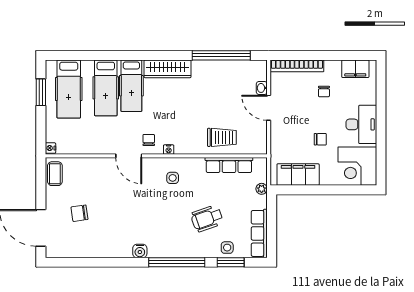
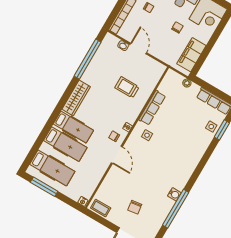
window: (41, 92) -> (44, 187), width x1.44
door: (269, 108) -> (138, 49), swing flipped
trolley: (222, 137) -> (127, 87), moved, turned -90
door: (129, 156) -> (117, 155), hinge flipped
row of seats: (229, 165) -> (152, 108), moved
wheelchair: (207, 218) -> (185, 129), removed
water cooler: (140, 251) -> (174, 194), moved
window: (177, 262) -> (176, 209), moved

